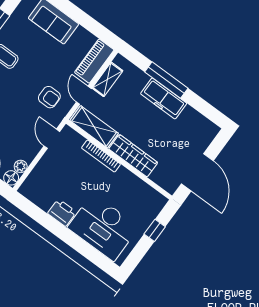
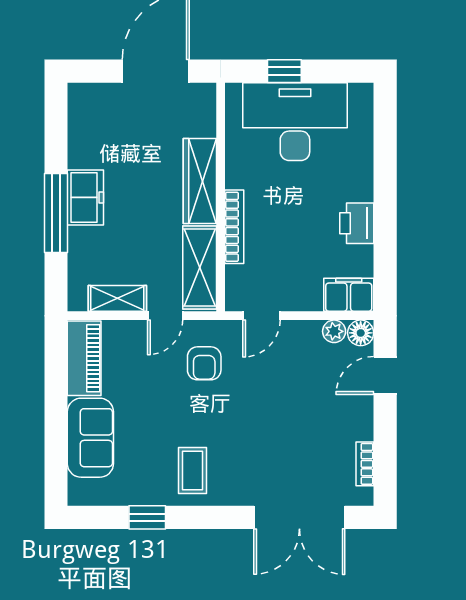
piano: (94, 61) -> (84, 358), moved, turned -90
armchair: (49, 97) -> (204, 363), turned 180
freezer: (164, 99) -> (85, 197), width x0.71
filing cabinet: (32, 185) -> (349, 295), added
desk: (103, 227) -> (295, 122), moved, turned -90

